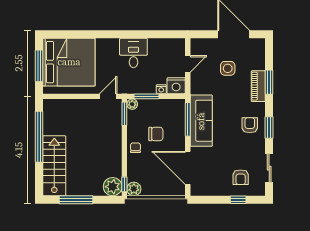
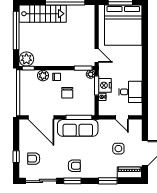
desk: (133, 53) -> (130, 92), moved
nightstand: (176, 86) -> (105, 85), moved
piano: (258, 86) -> (129, 172), moved
door: (188, 168) -> (41, 117), swing flipped
sliding door: (269, 168) -> (41, 181), width x1.37
plant: (134, 189) -> (43, 76), moved
window: (76, 200) -> (16, 31), width x1.46

